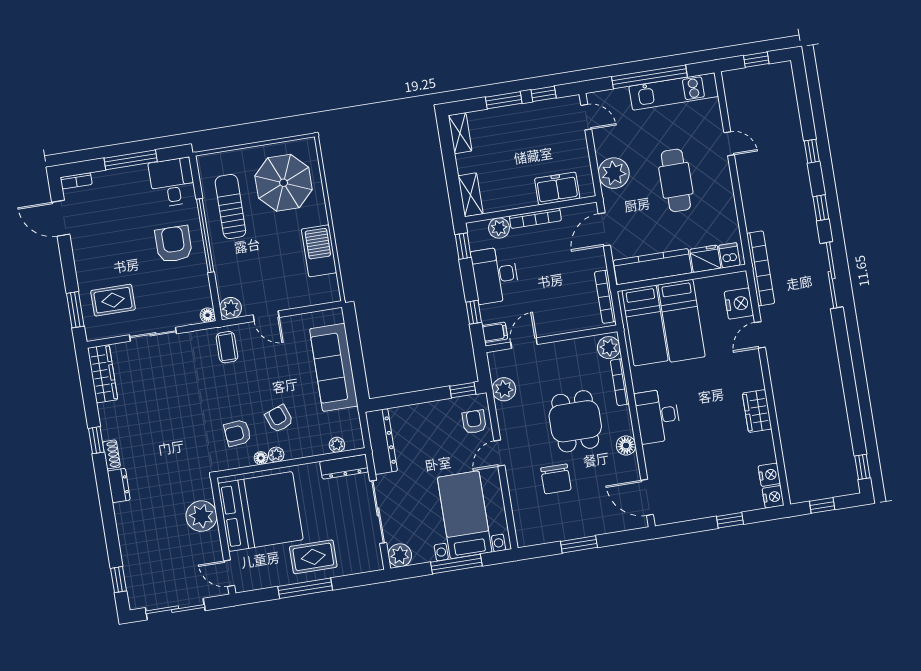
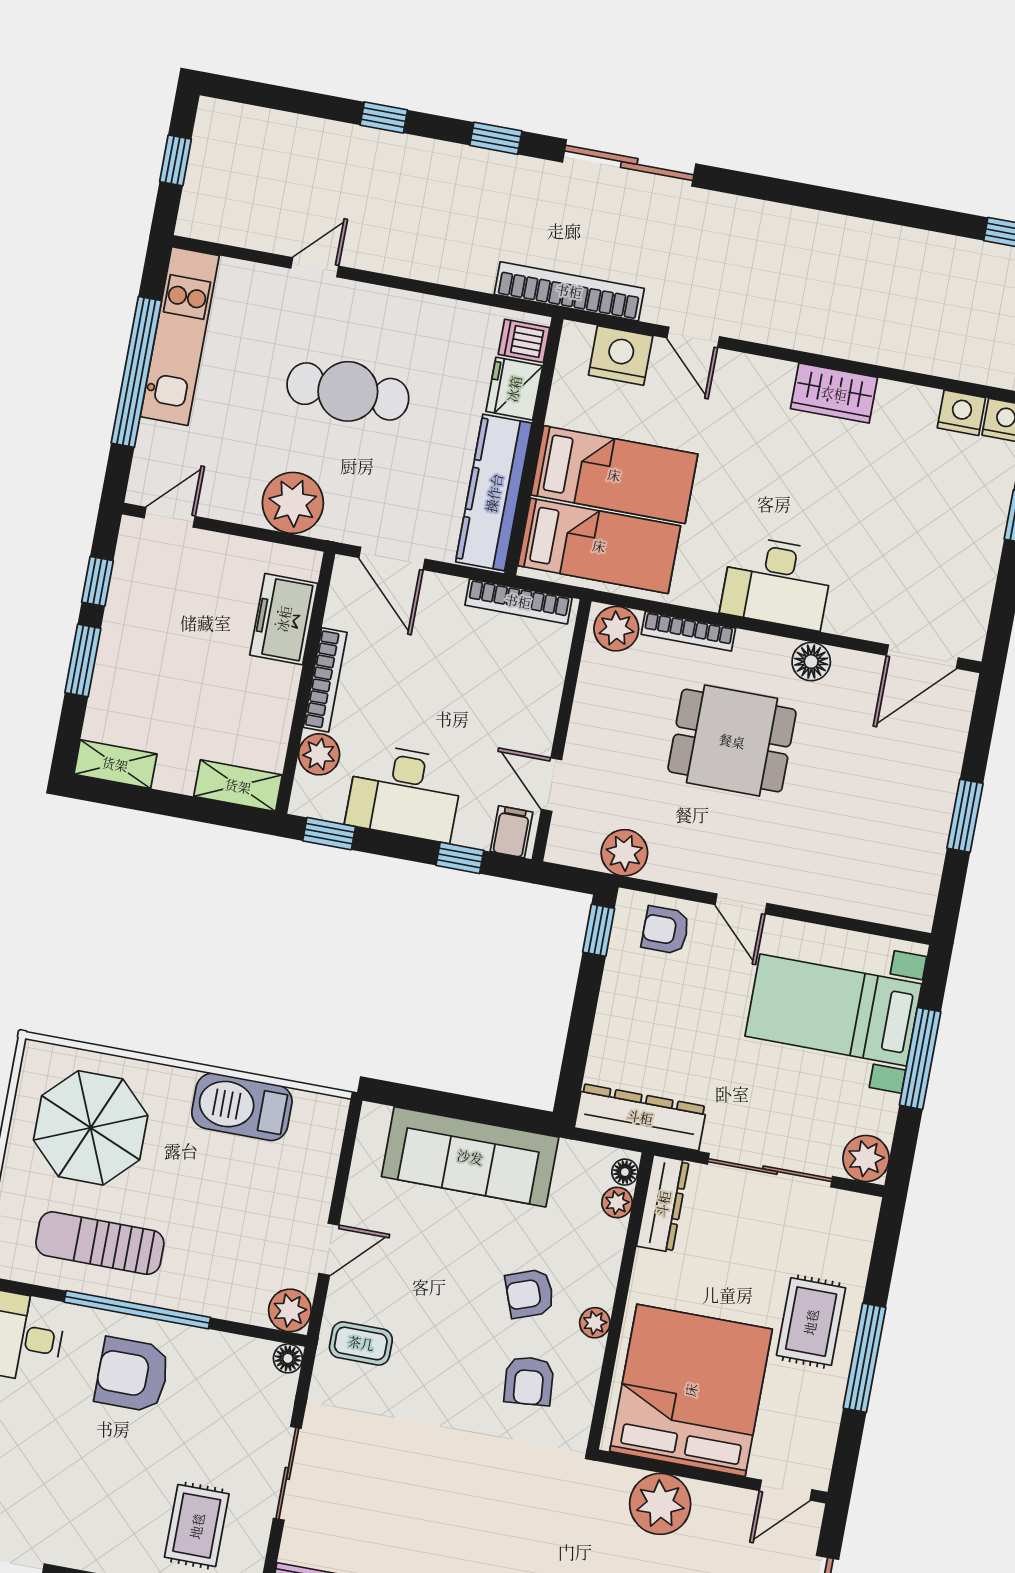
floor lamp: (261, 458) -> (625, 1172), moved
chair: (556, 479) -> (827, 815), removed

